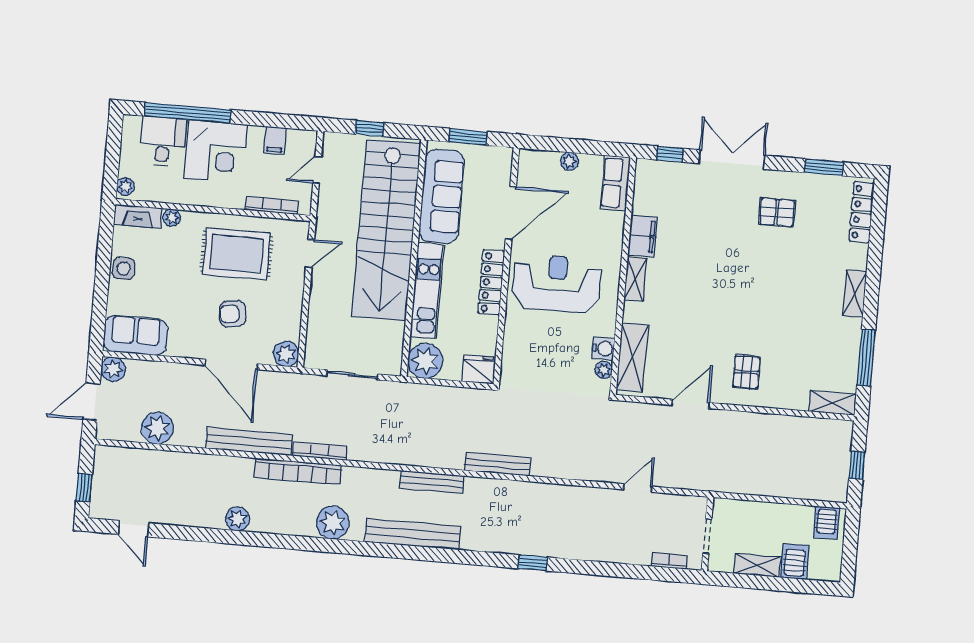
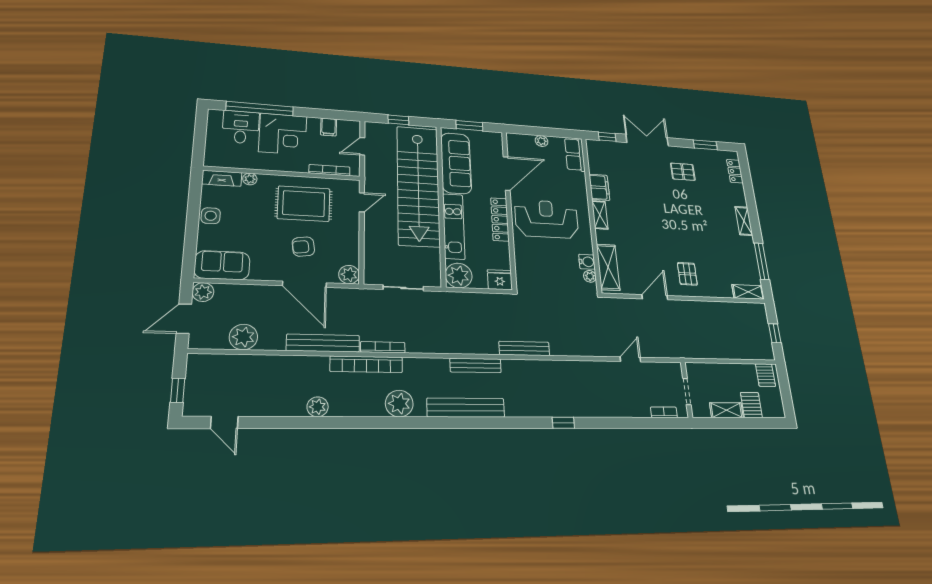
plant: (125, 186) -> (211, 158), removed
locker: (862, 212) -> (735, 171), width x0.66

